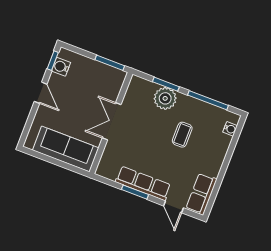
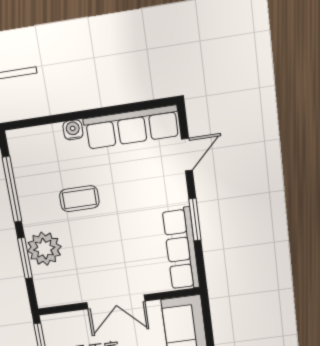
water cooler: (230, 129) -> (73, 130), moved
row of seats: (143, 183) -> (181, 249), moved
row of seats: (201, 194) -> (132, 127), width x1.48

